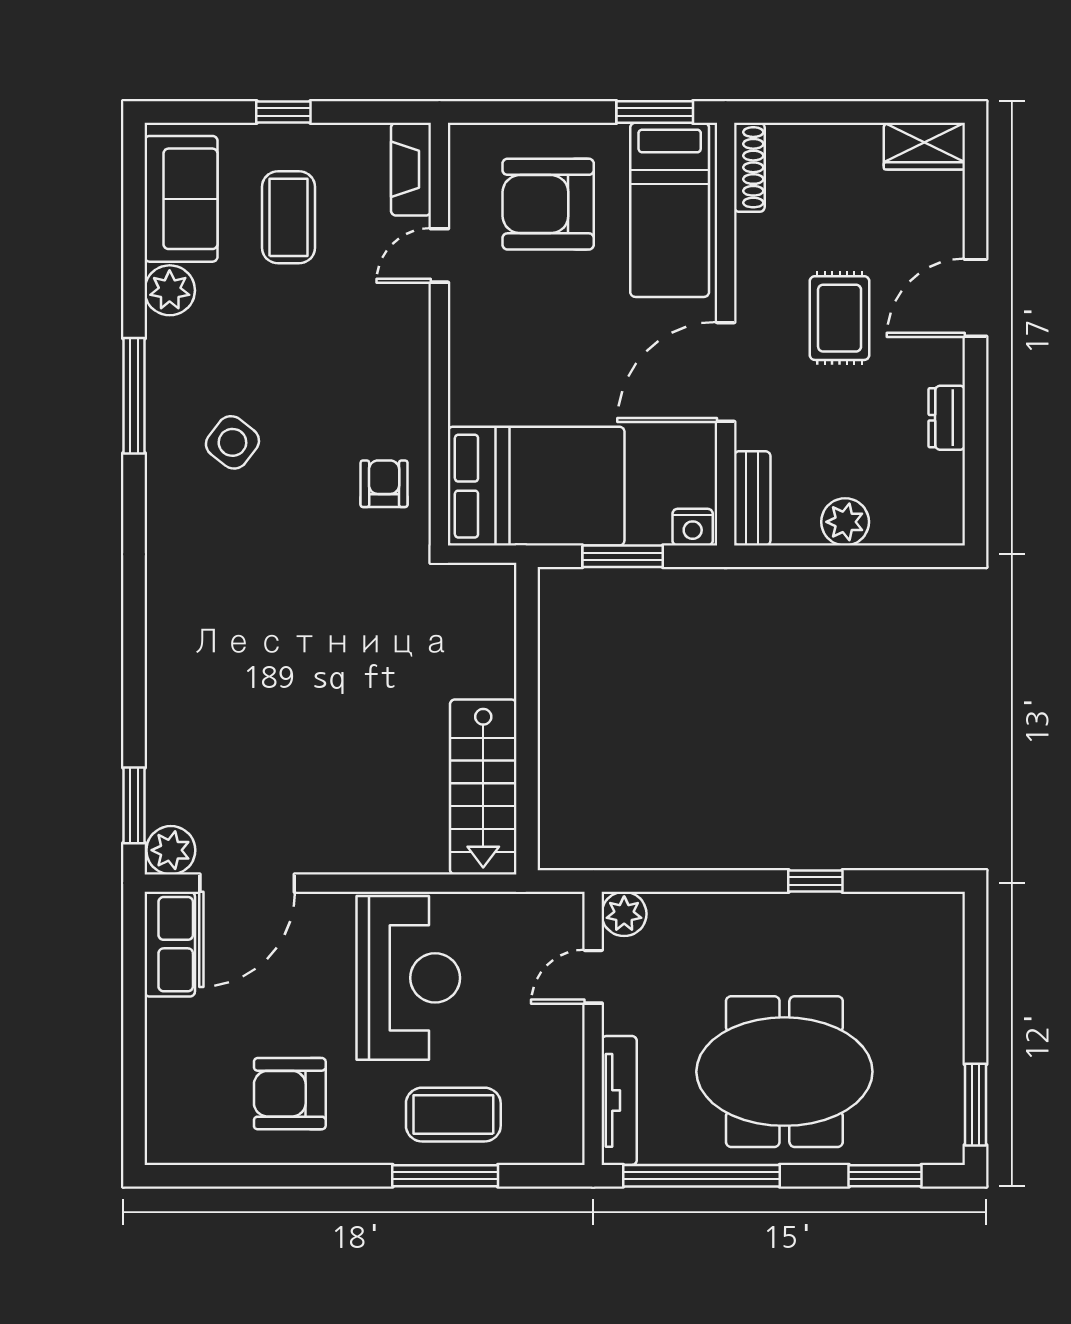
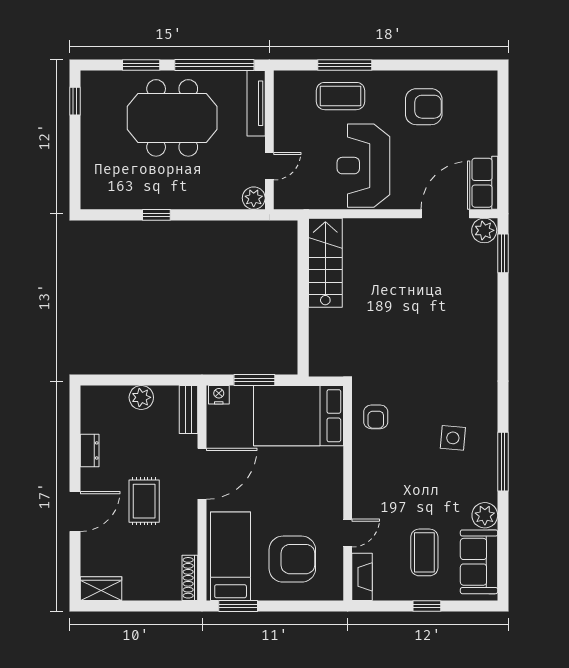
side table: (232, 442) -> (453, 438), turned -33
window: (976, 1105) -> (75, 101), width x0.67
window: (885, 1176) -> (141, 65), moved

